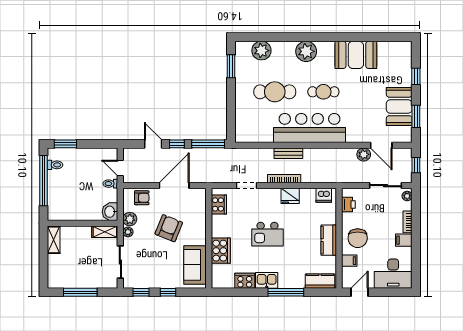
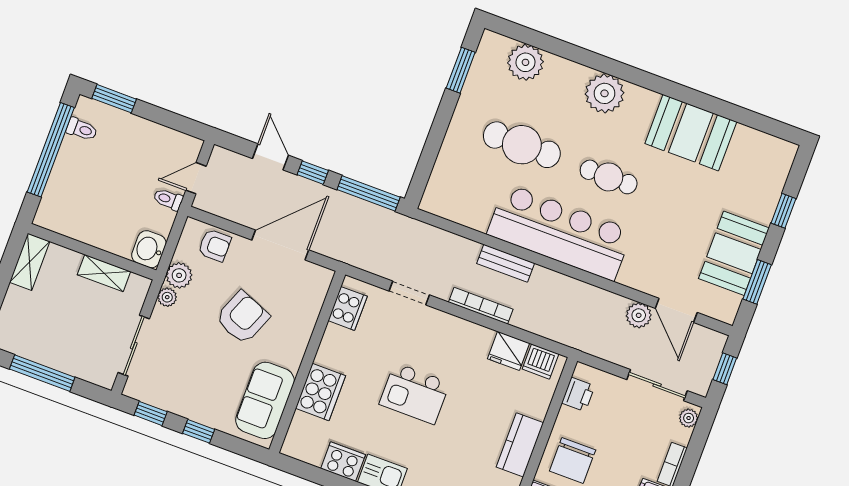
door: (120, 168) -> (196, 178), hinge flipped
fridge: (290, 196) -> (509, 351), moved
shelving: (105, 232) -> (104, 273), moved

